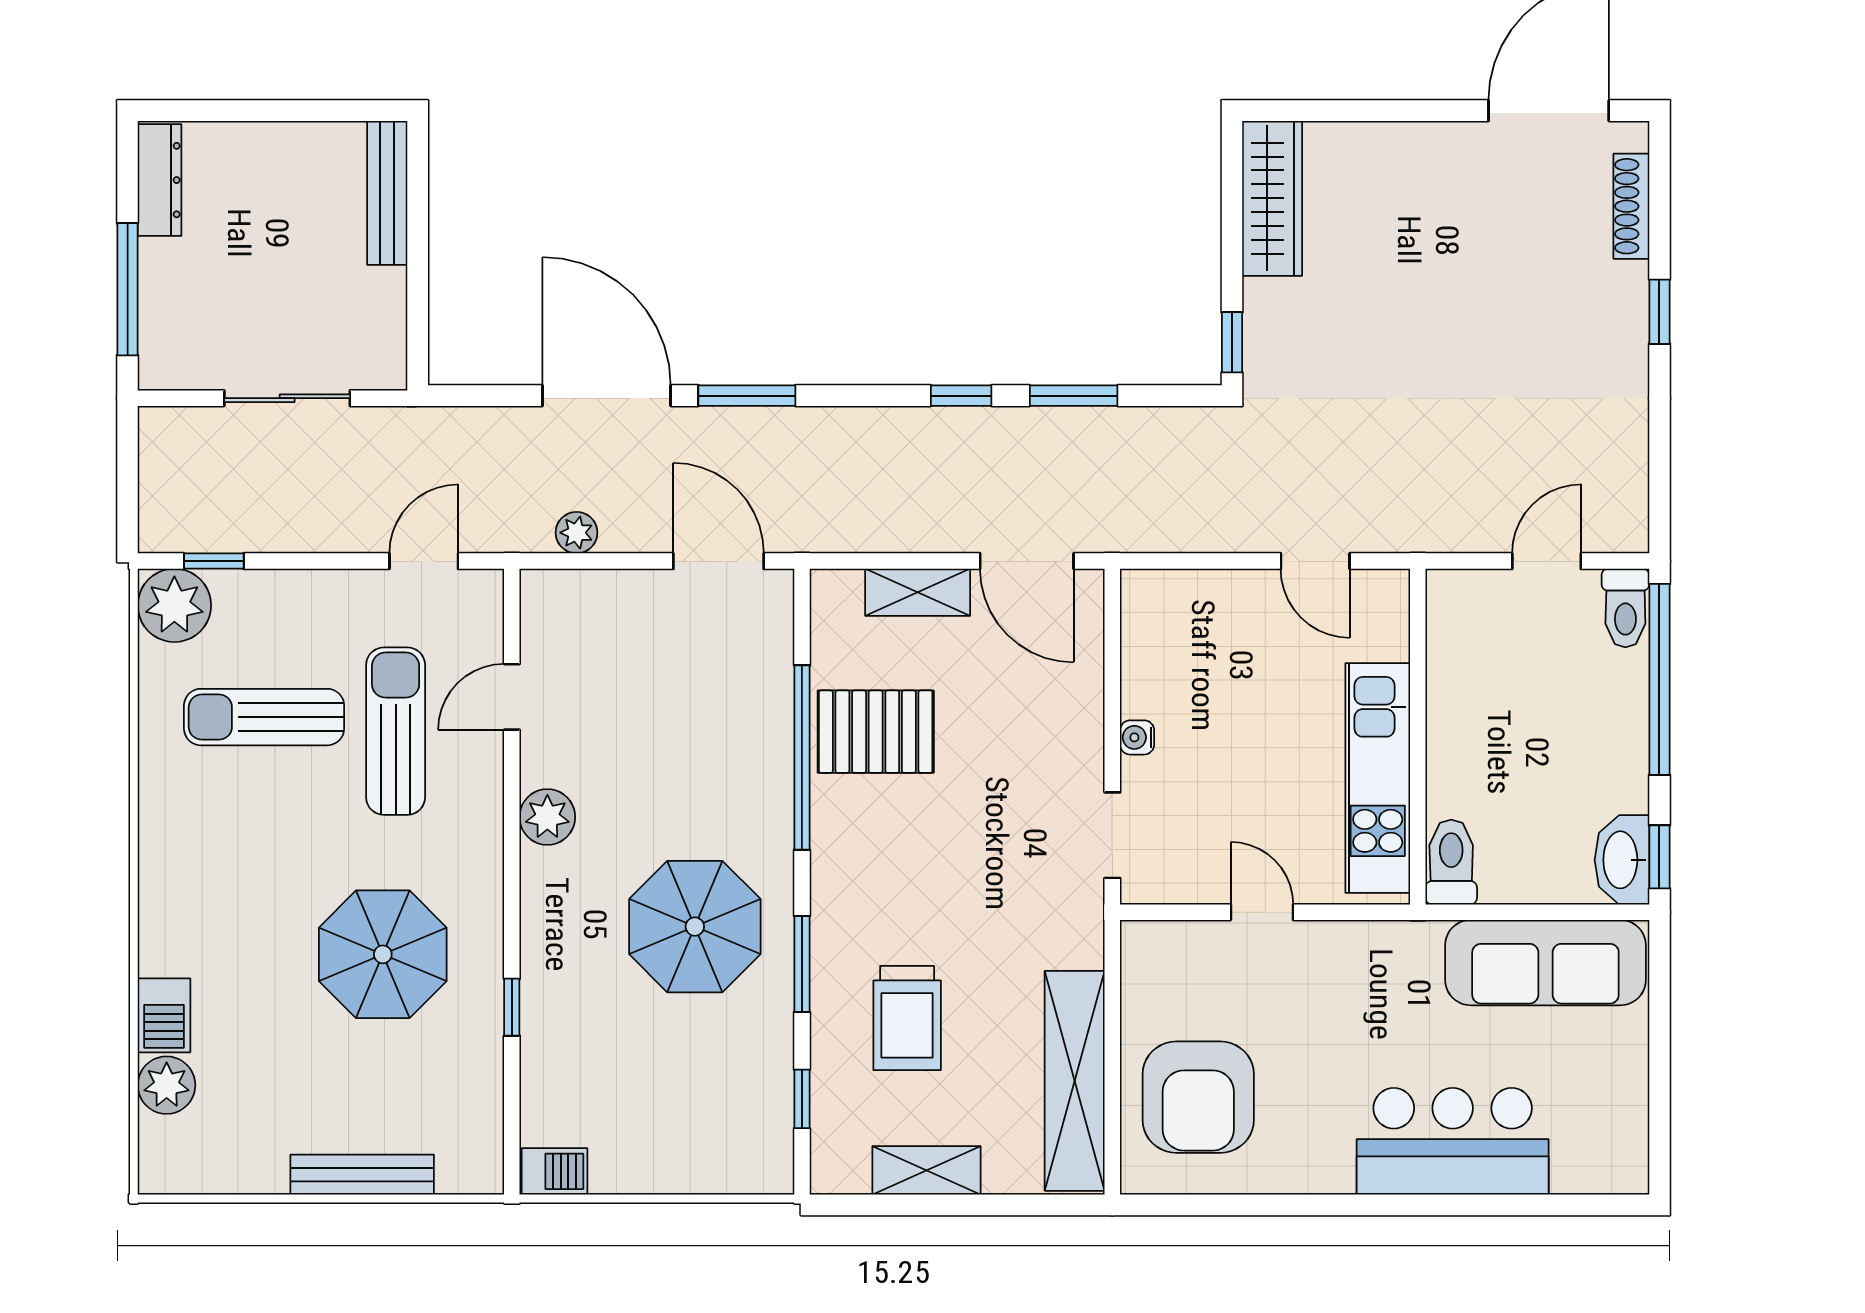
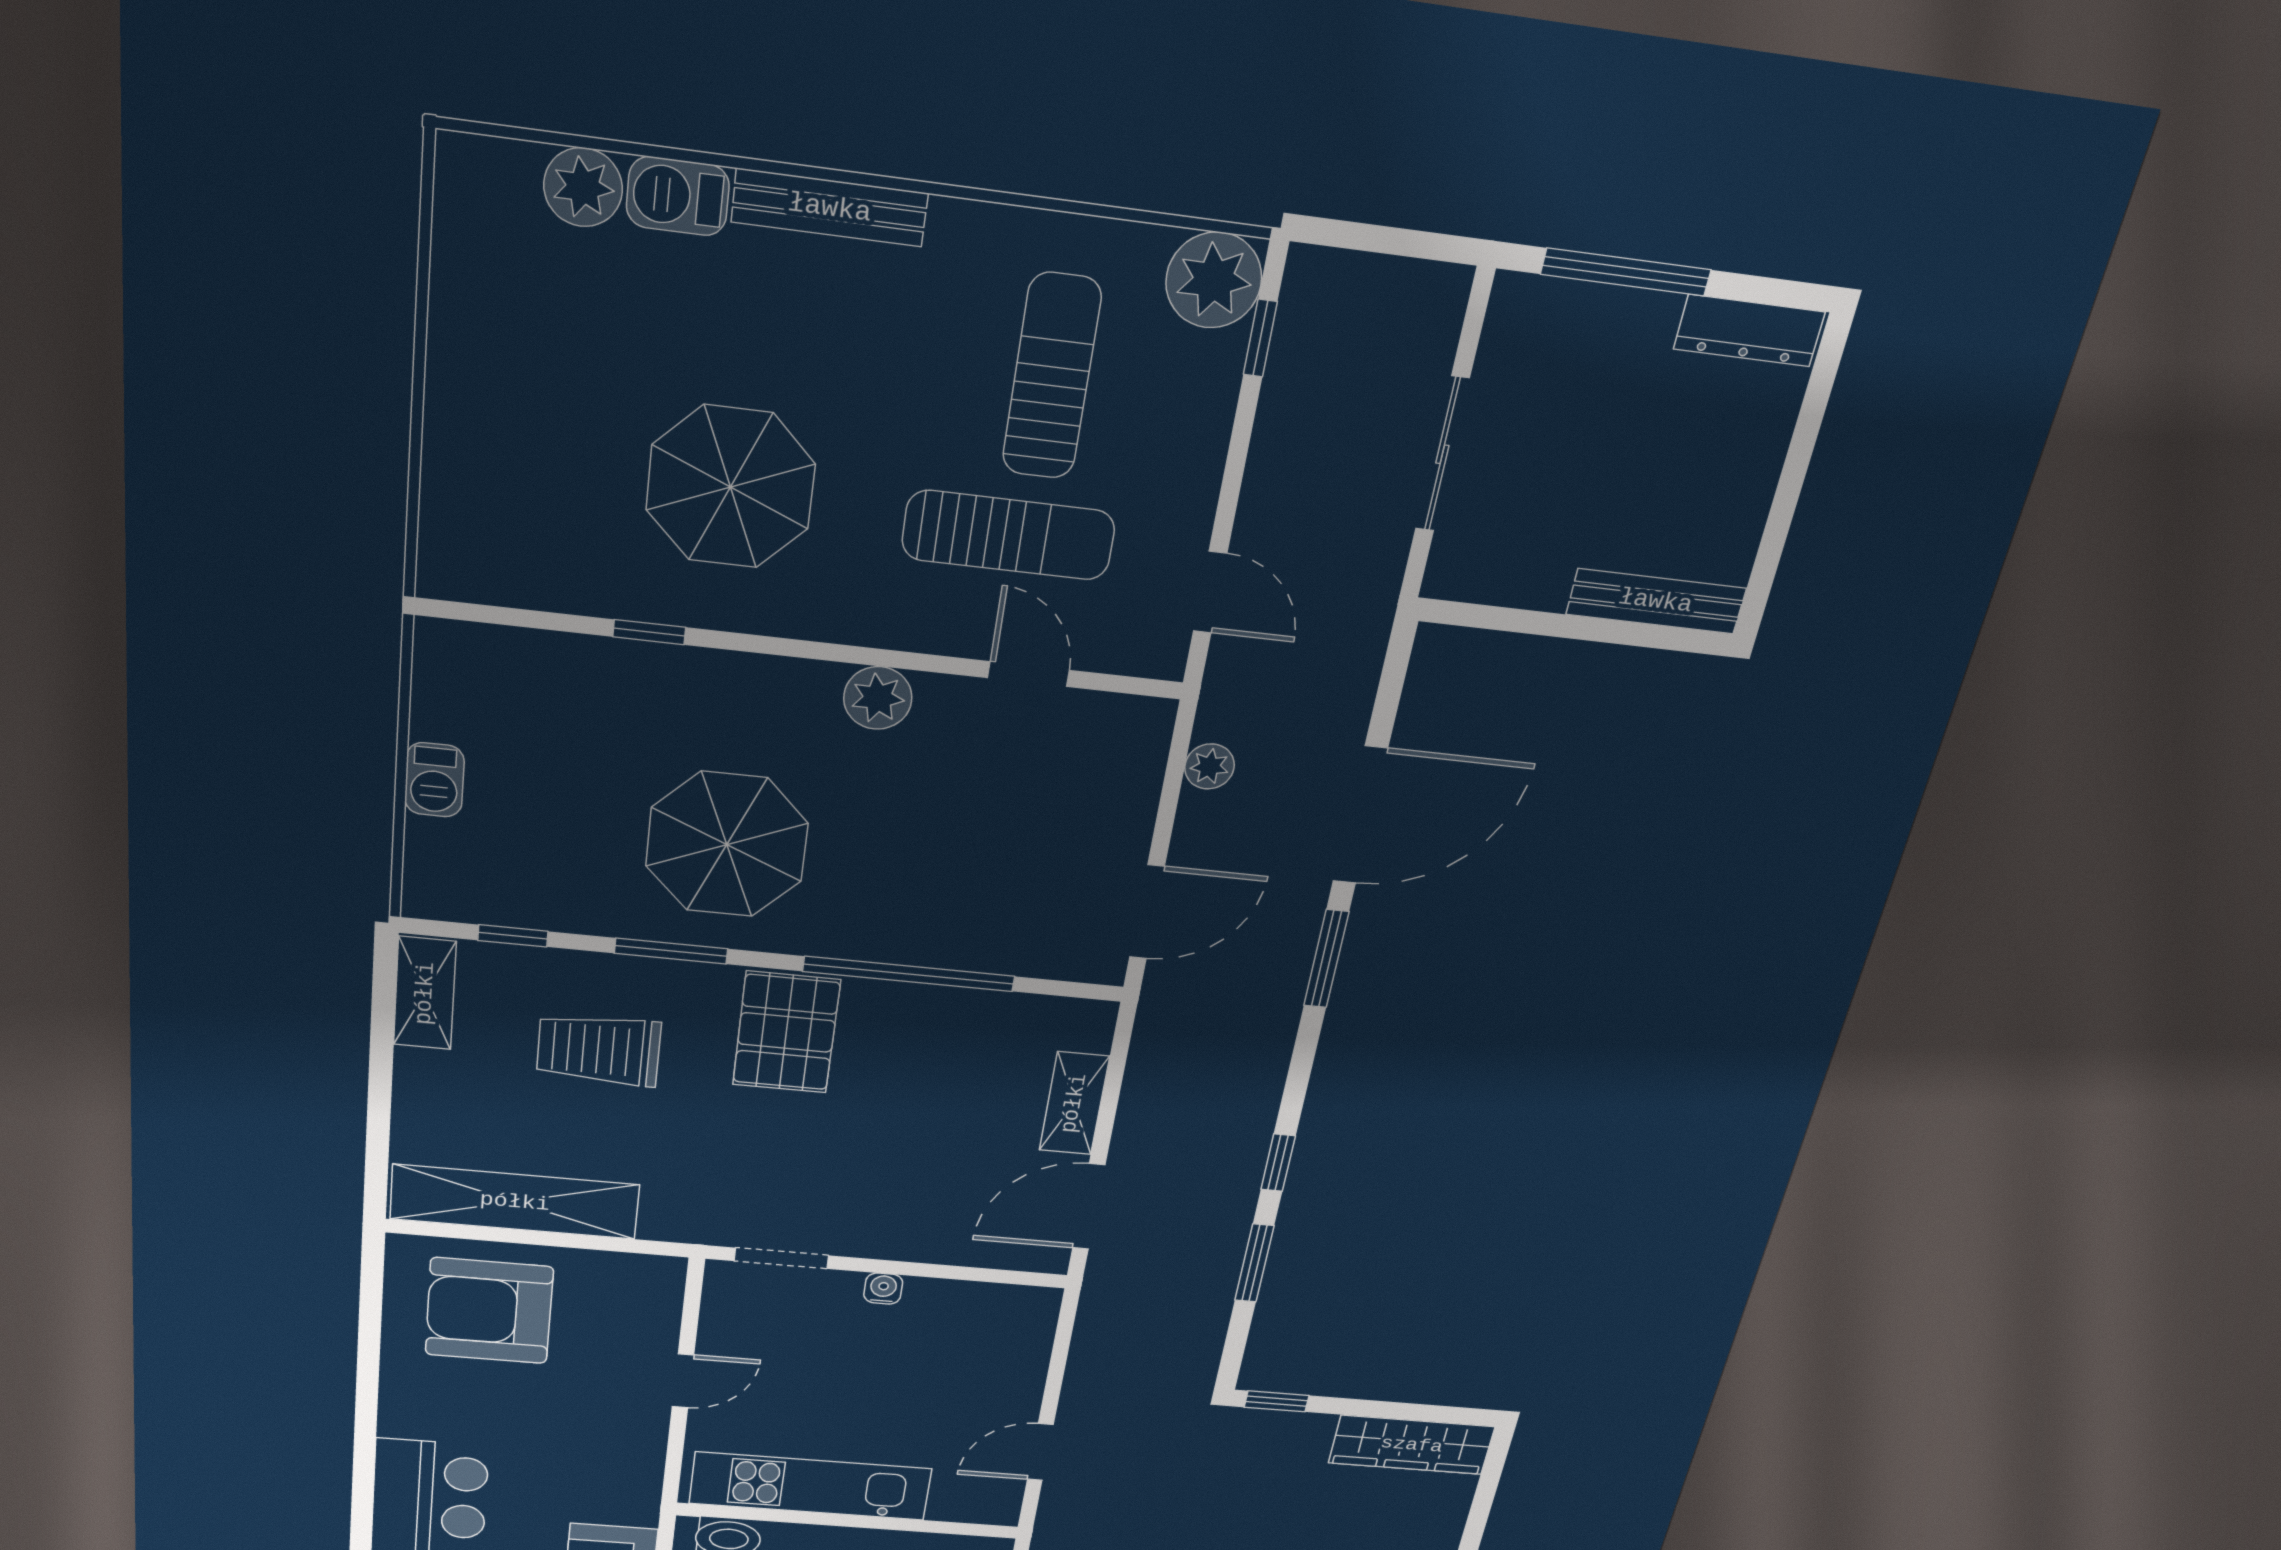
pallet: (876, 732) -> (786, 1032), moved
shelving: (926, 1170) -> (425, 993), moved
barbecue: (555, 1171) -> (434, 780), moved
bench: (362, 1175) -> (830, 208), moved, turned 90

